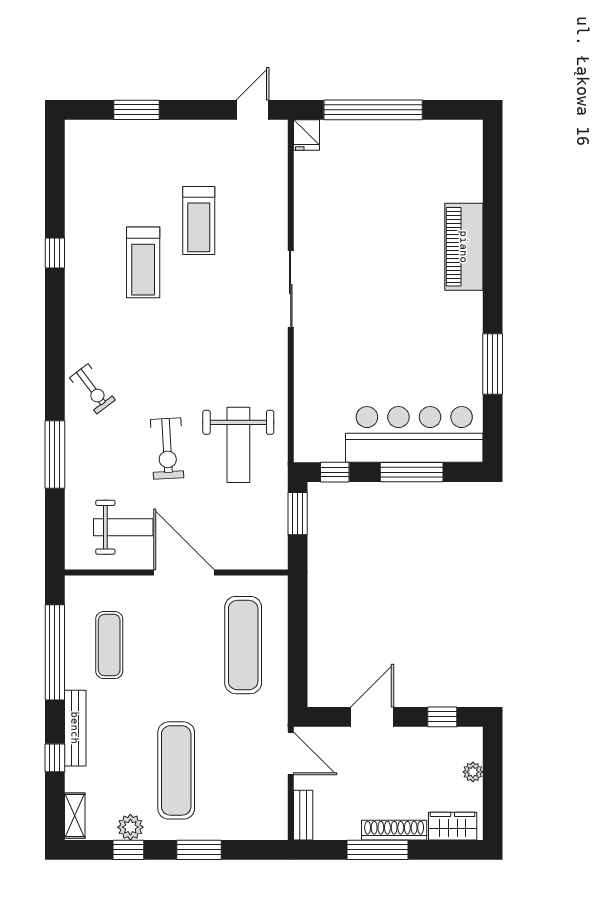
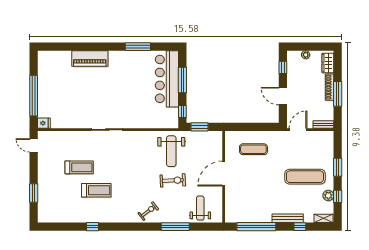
weight bench: (238, 445) -> (171, 151), turned 90
weight bench: (123, 527) -> (200, 208), moved
exercise mat: (109, 645) -> (253, 204), removed
exercise mat: (243, 645) -> (253, 149), width x0.73, depth x0.69

